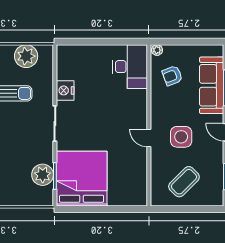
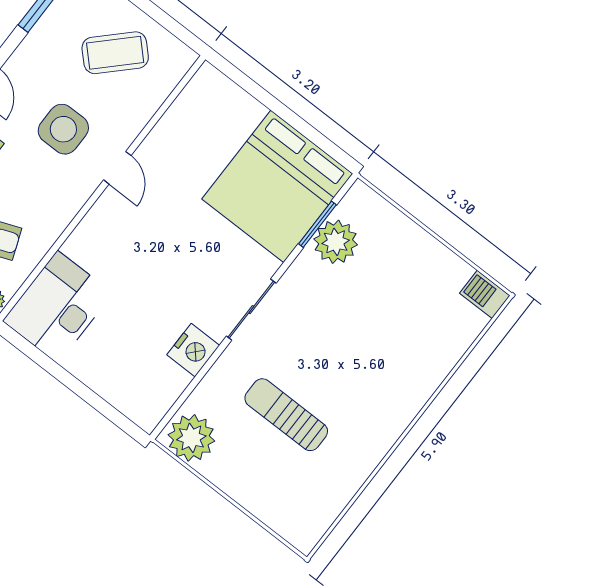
plant: (26, 56) -> (191, 438), moved

